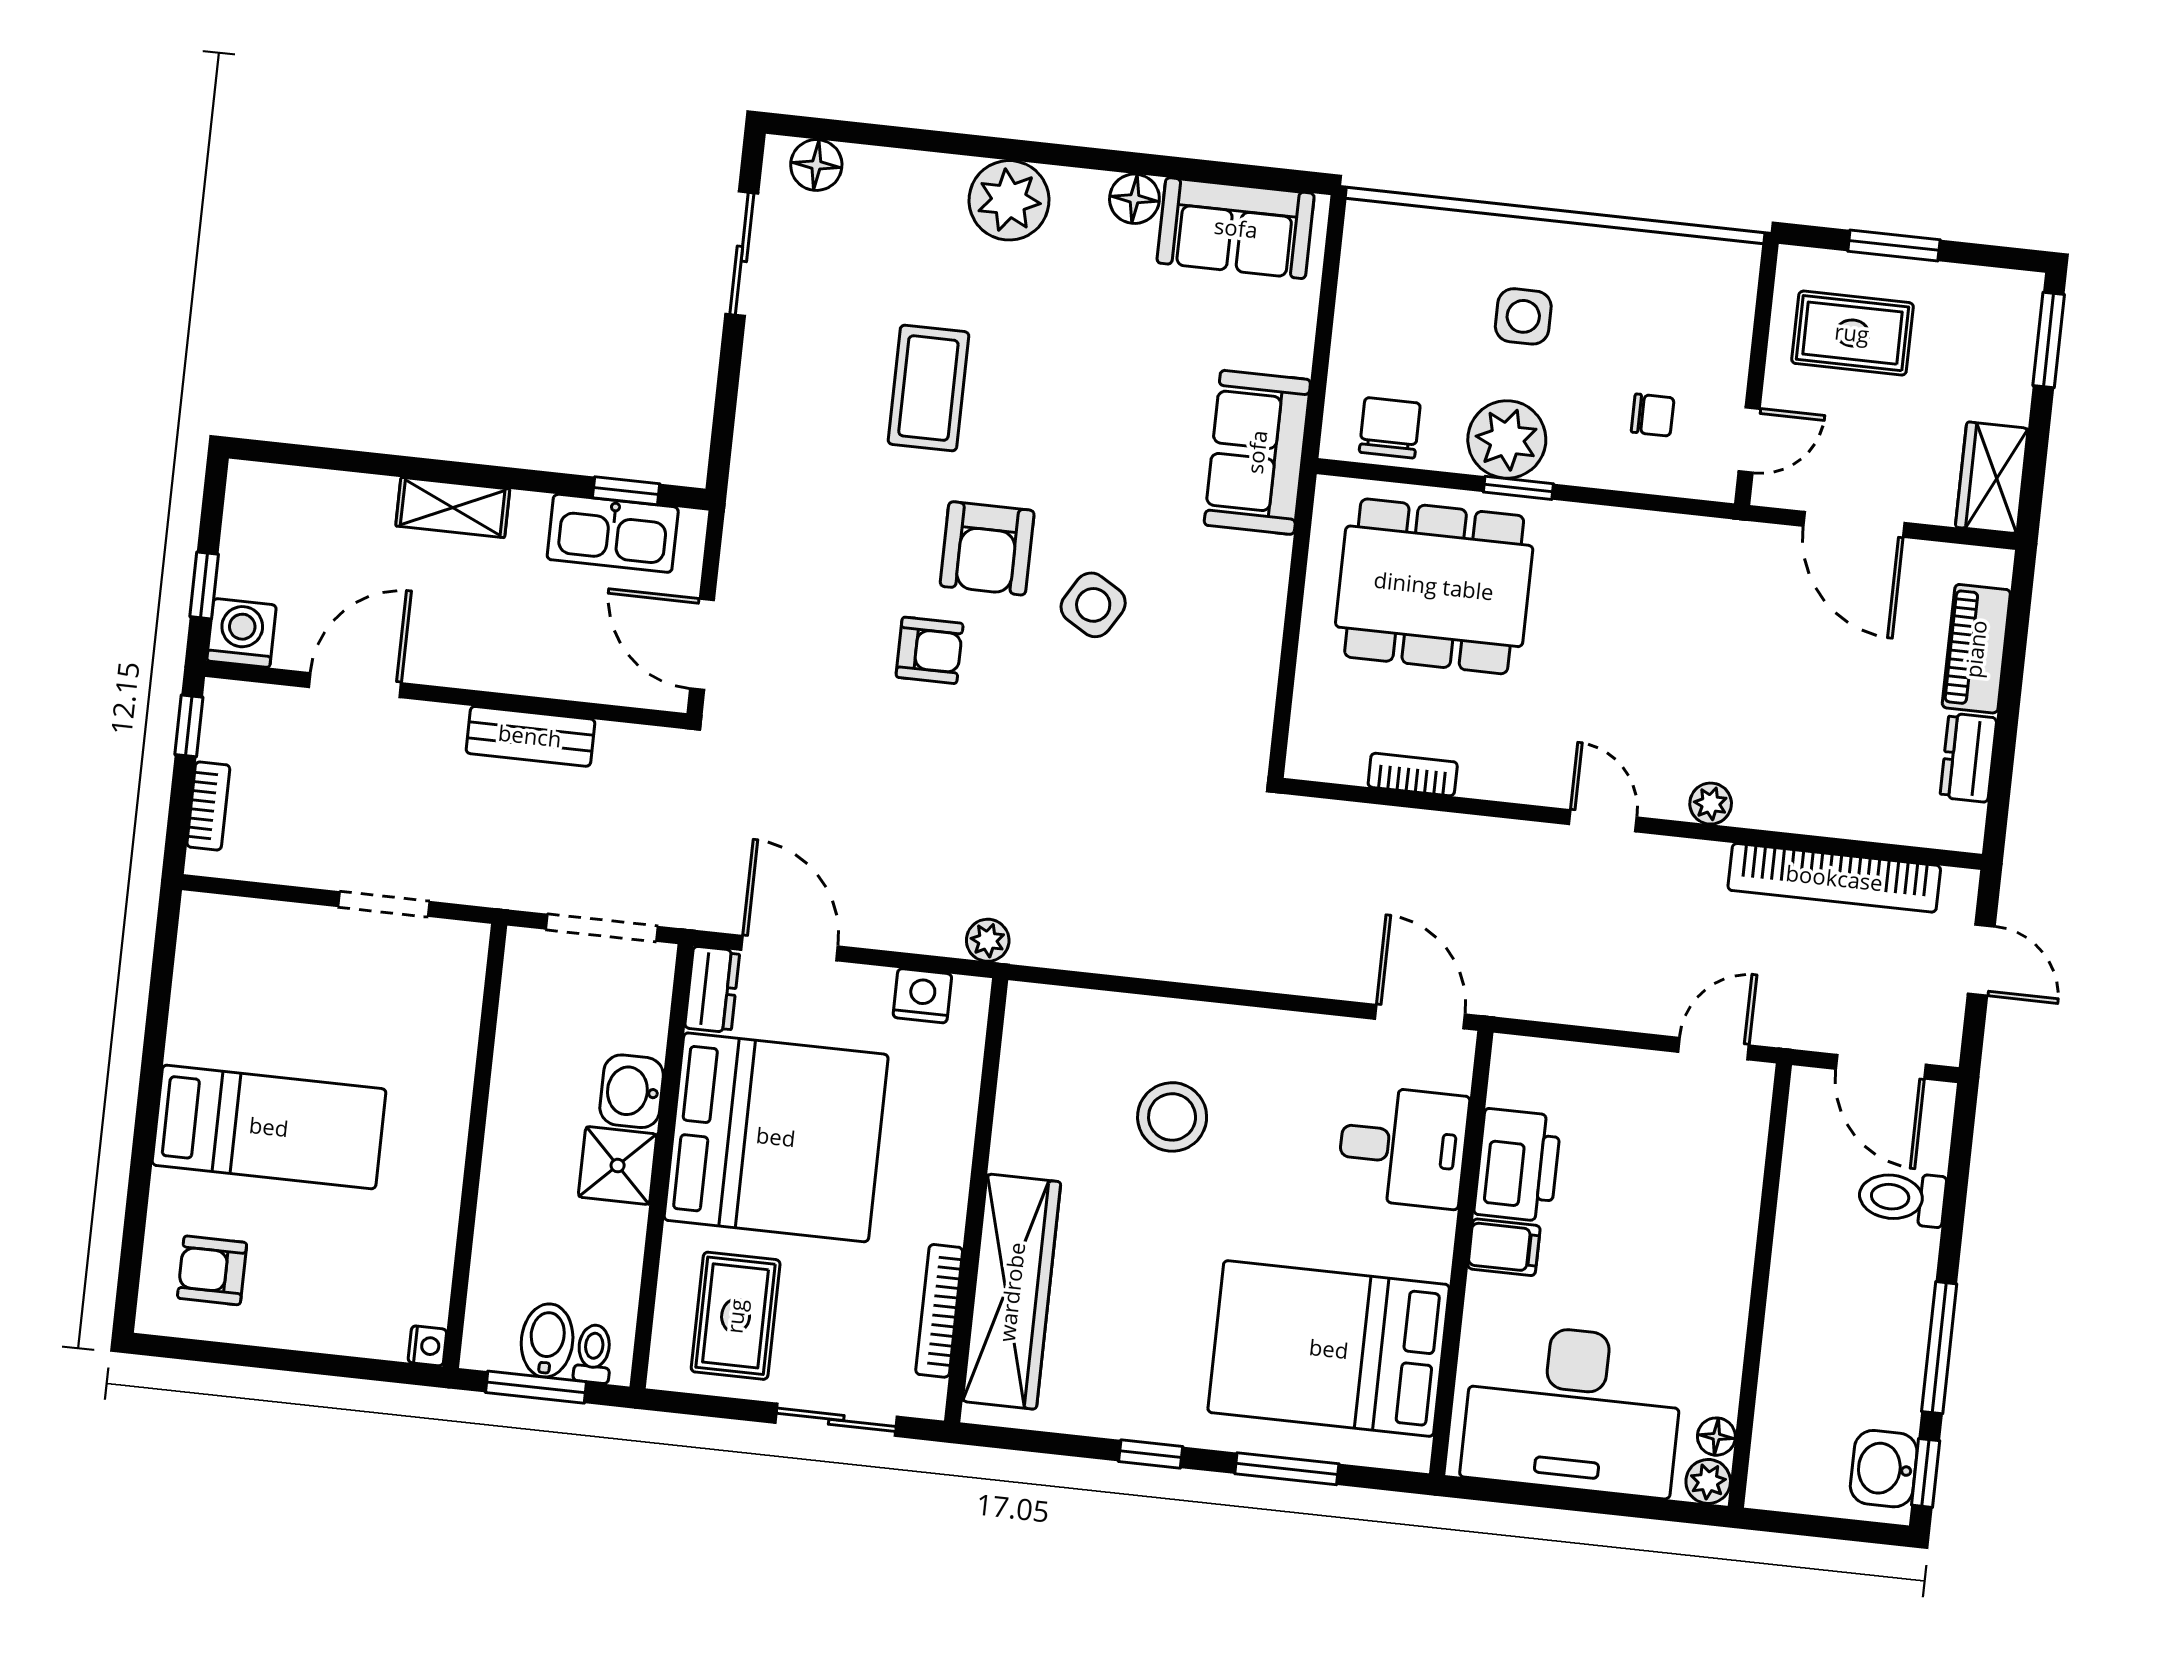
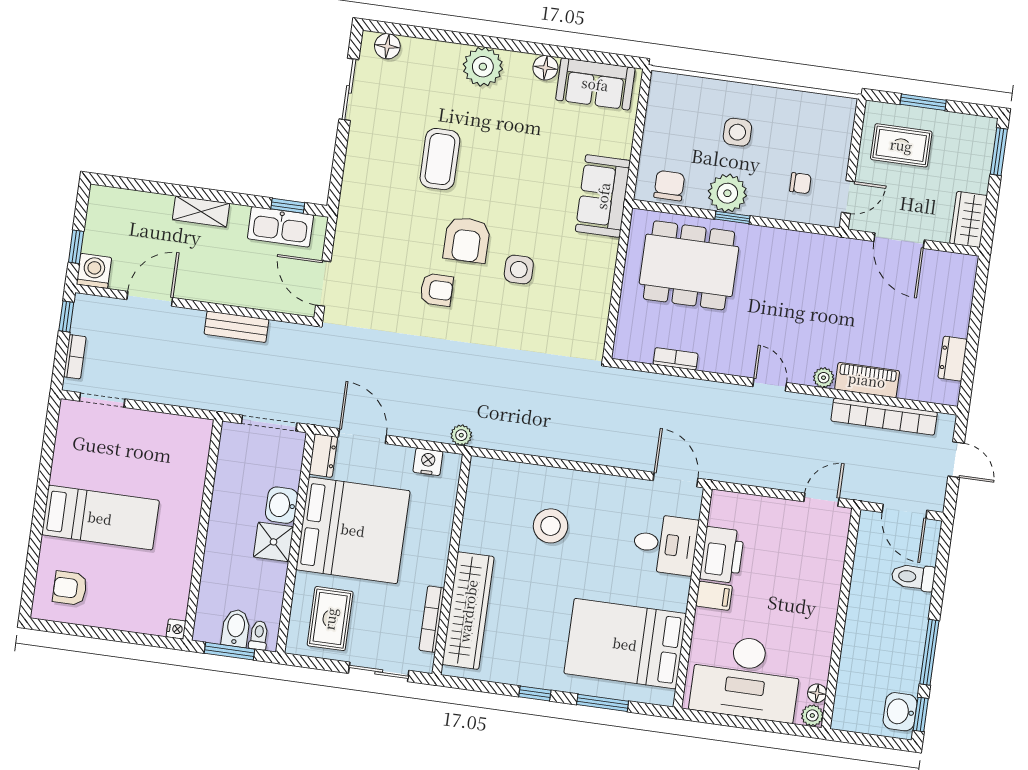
side table: (1093, 605) -> (519, 270), turned -31
piano: (1976, 649) -> (867, 380), moved, turned 90
doorway: (384, 904) -> (102, 400), moved

